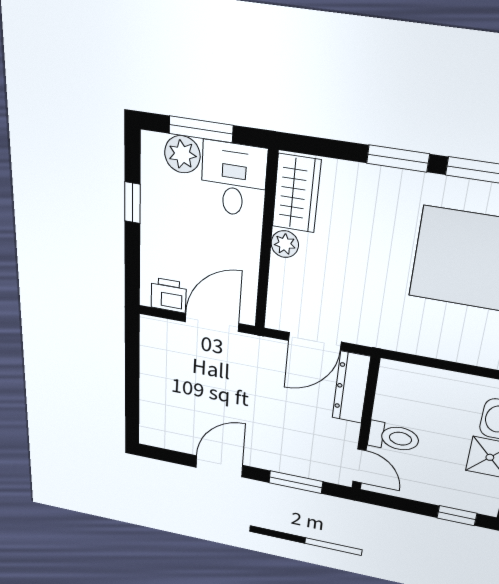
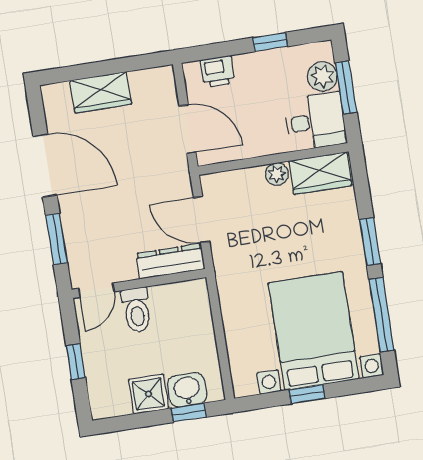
printer: (169, 295) -> (218, 72), moved, turned 90
wardrobe: (156, 392) -> (101, 92), added
door: (219, 466) -> (45, 166), width x1.36
window: (457, 516) -> (76, 362), moved

